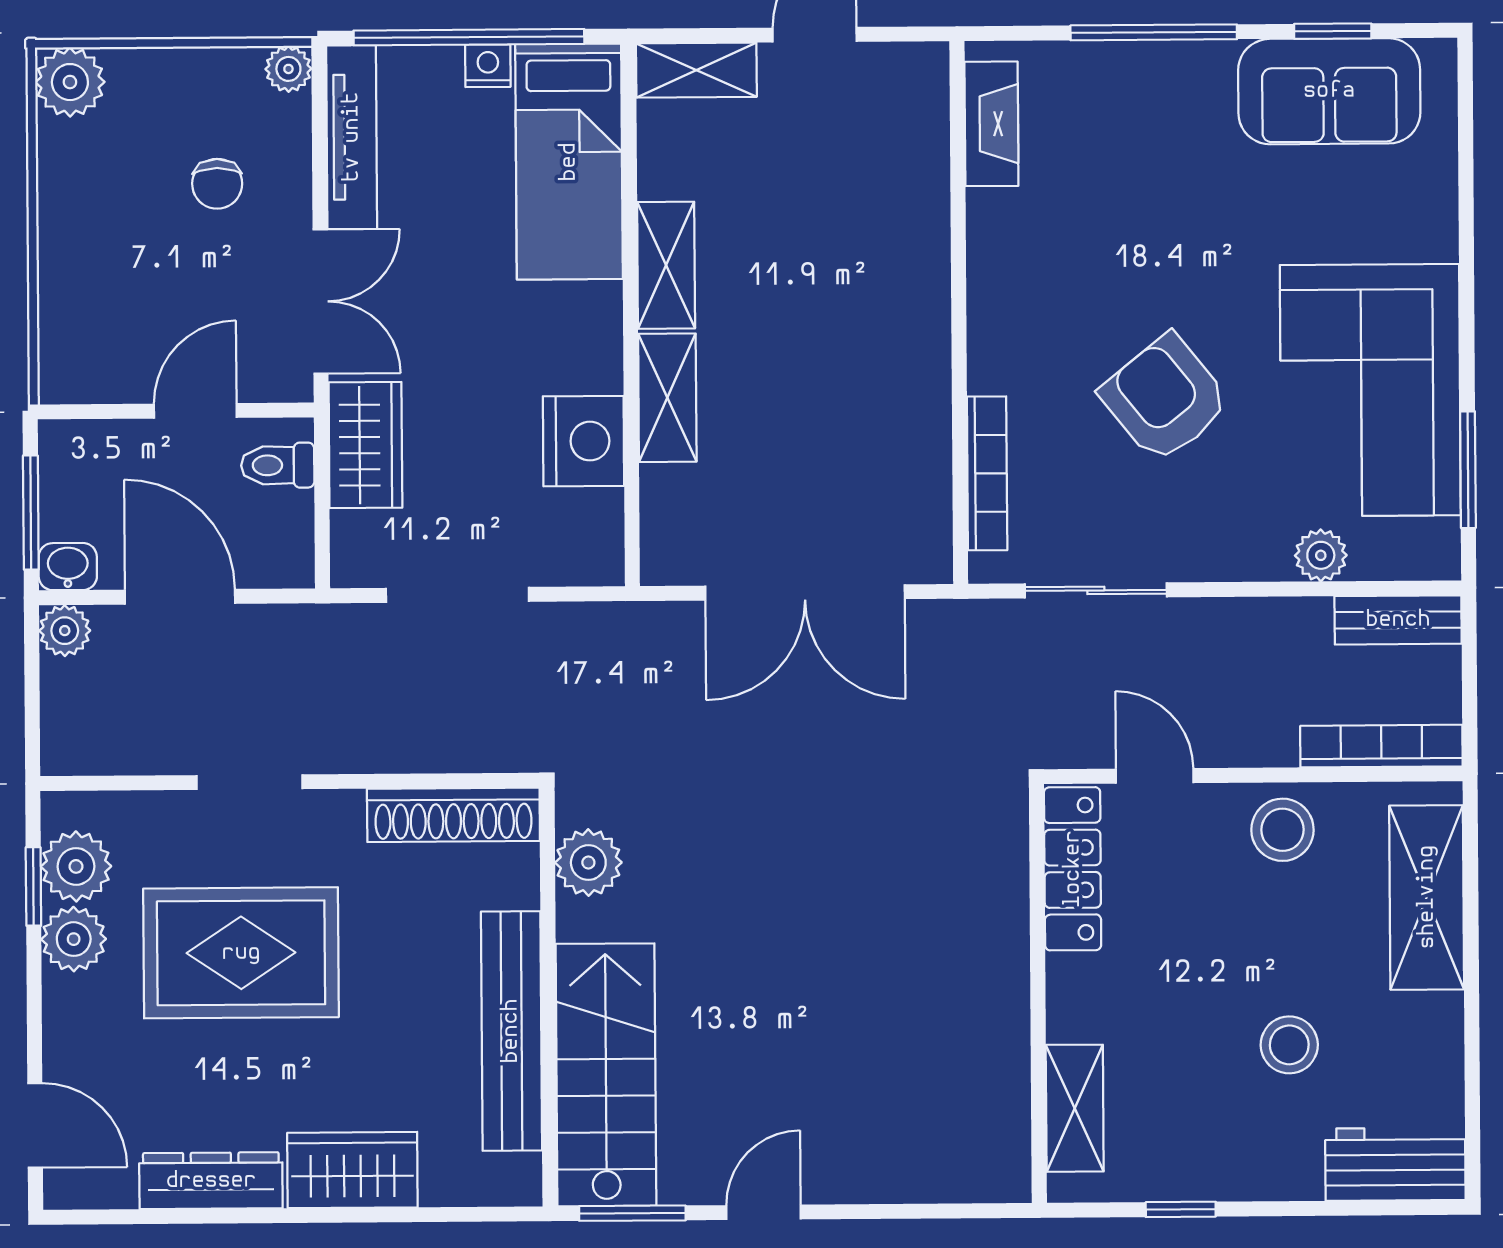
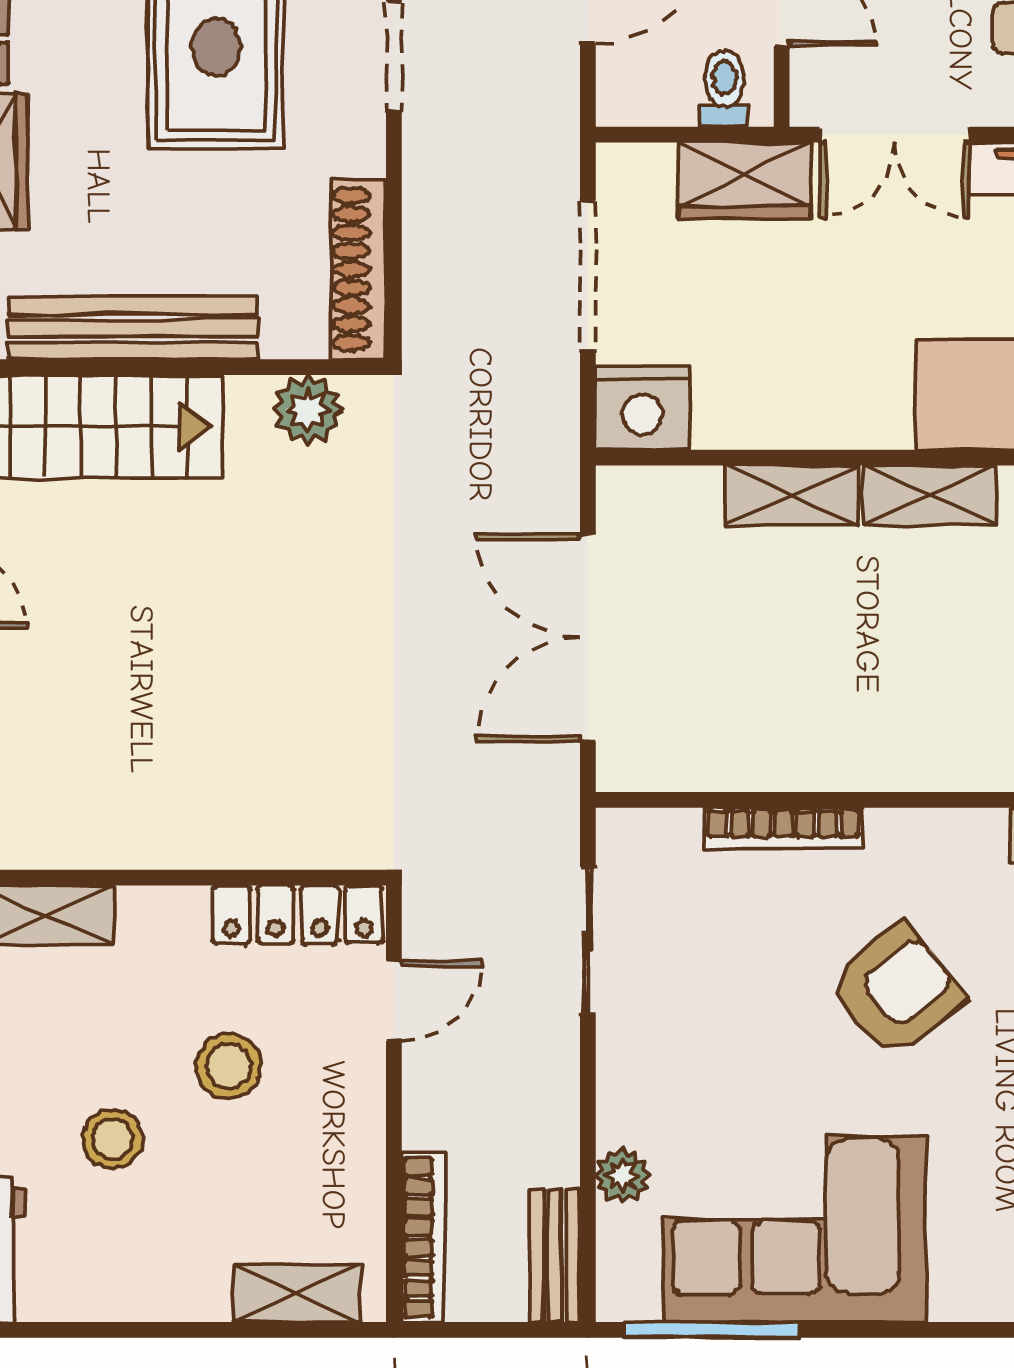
armchair: (1165, 398) -> (896, 991), moved
nightstand: (584, 441) -> (642, 408), moved
window: (1468, 470) -> (711, 1330), width x1.44
bookcase: (987, 473) -> (784, 828), moved
stool: (1282, 830) -> (229, 1066), moved
shelving: (1427, 897) -> (297, 1293), width x0.67, depth x0.75

